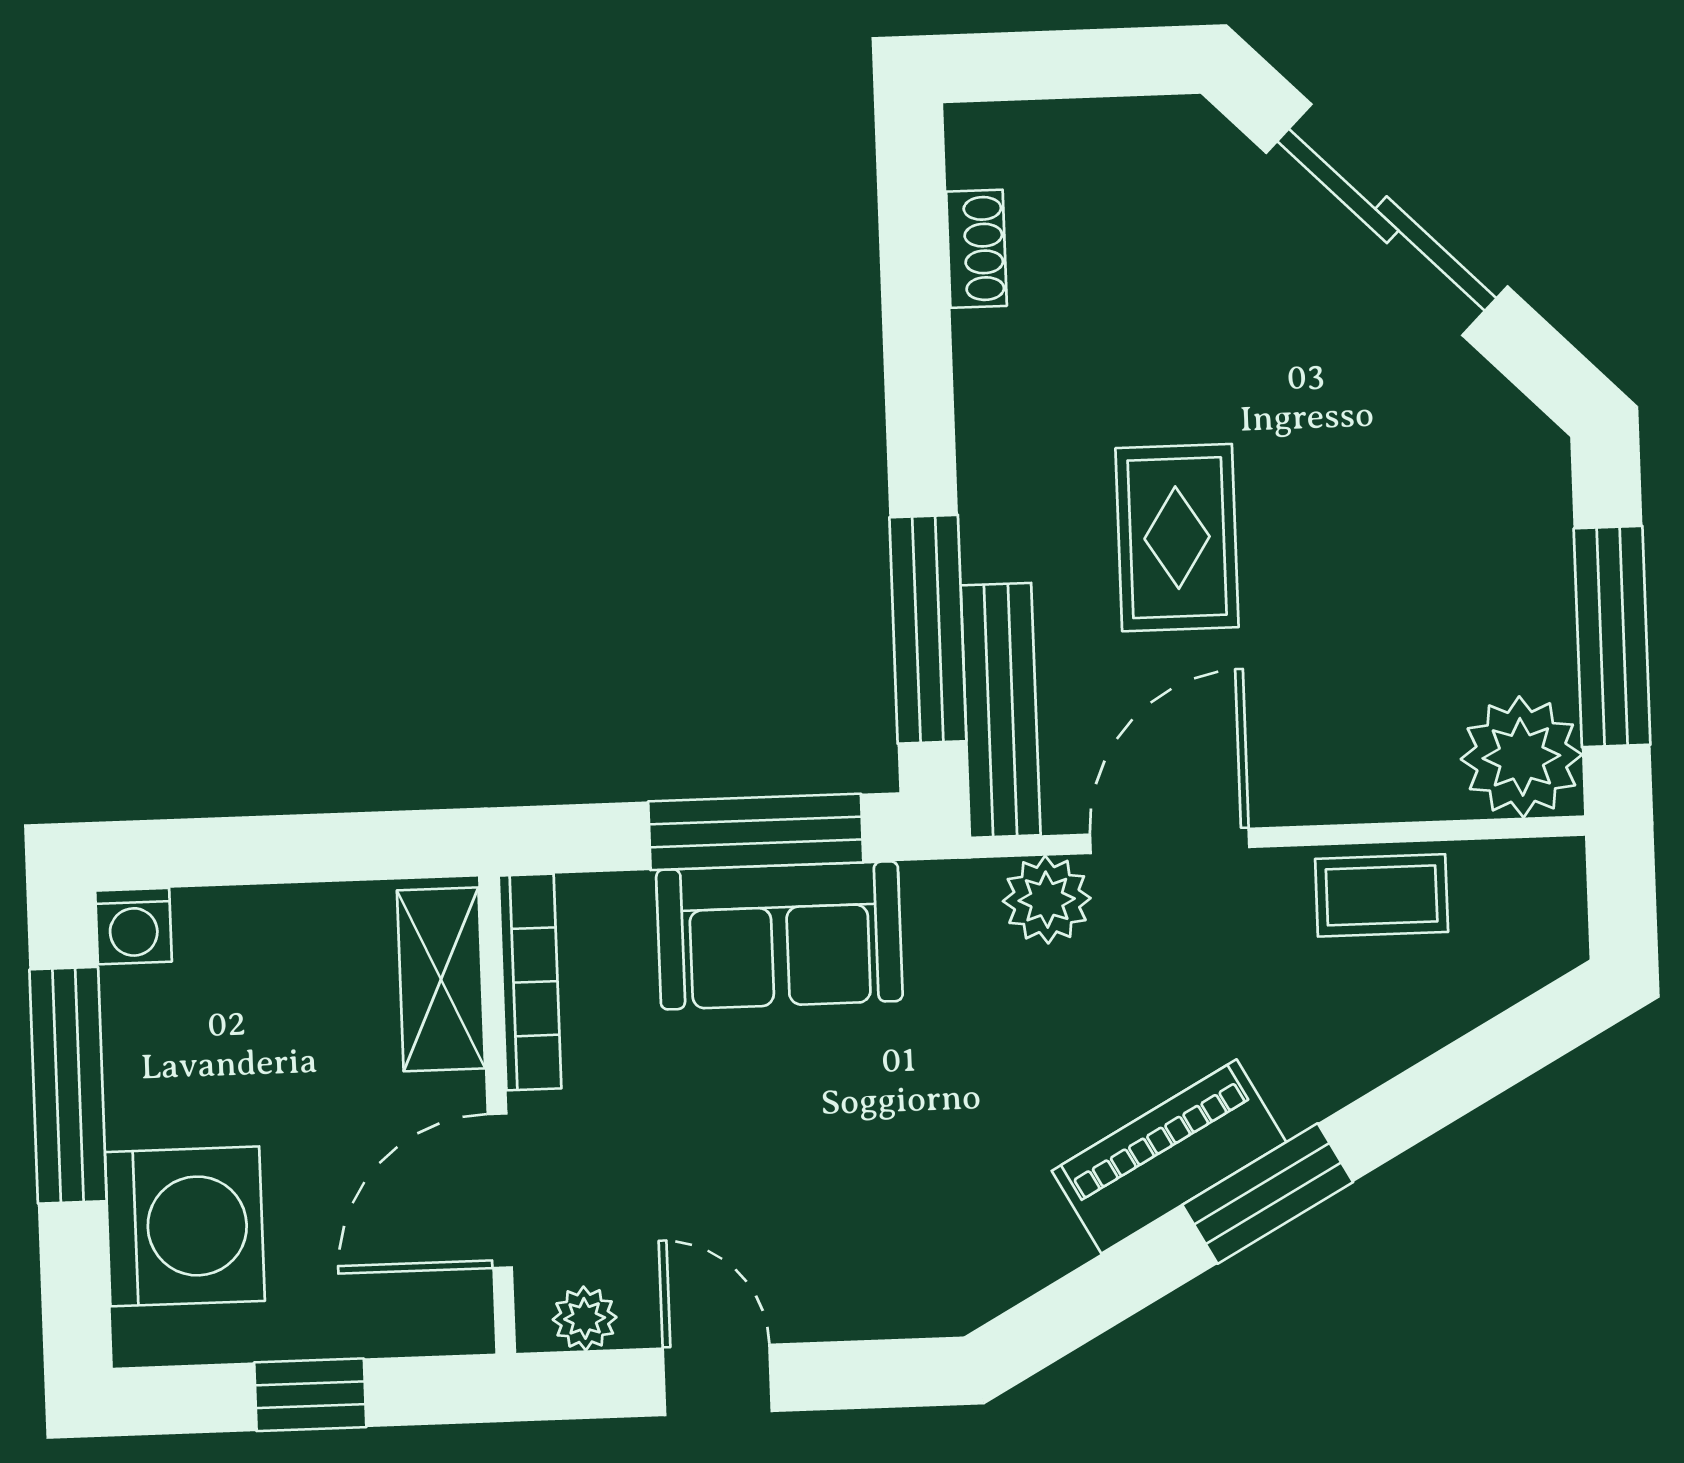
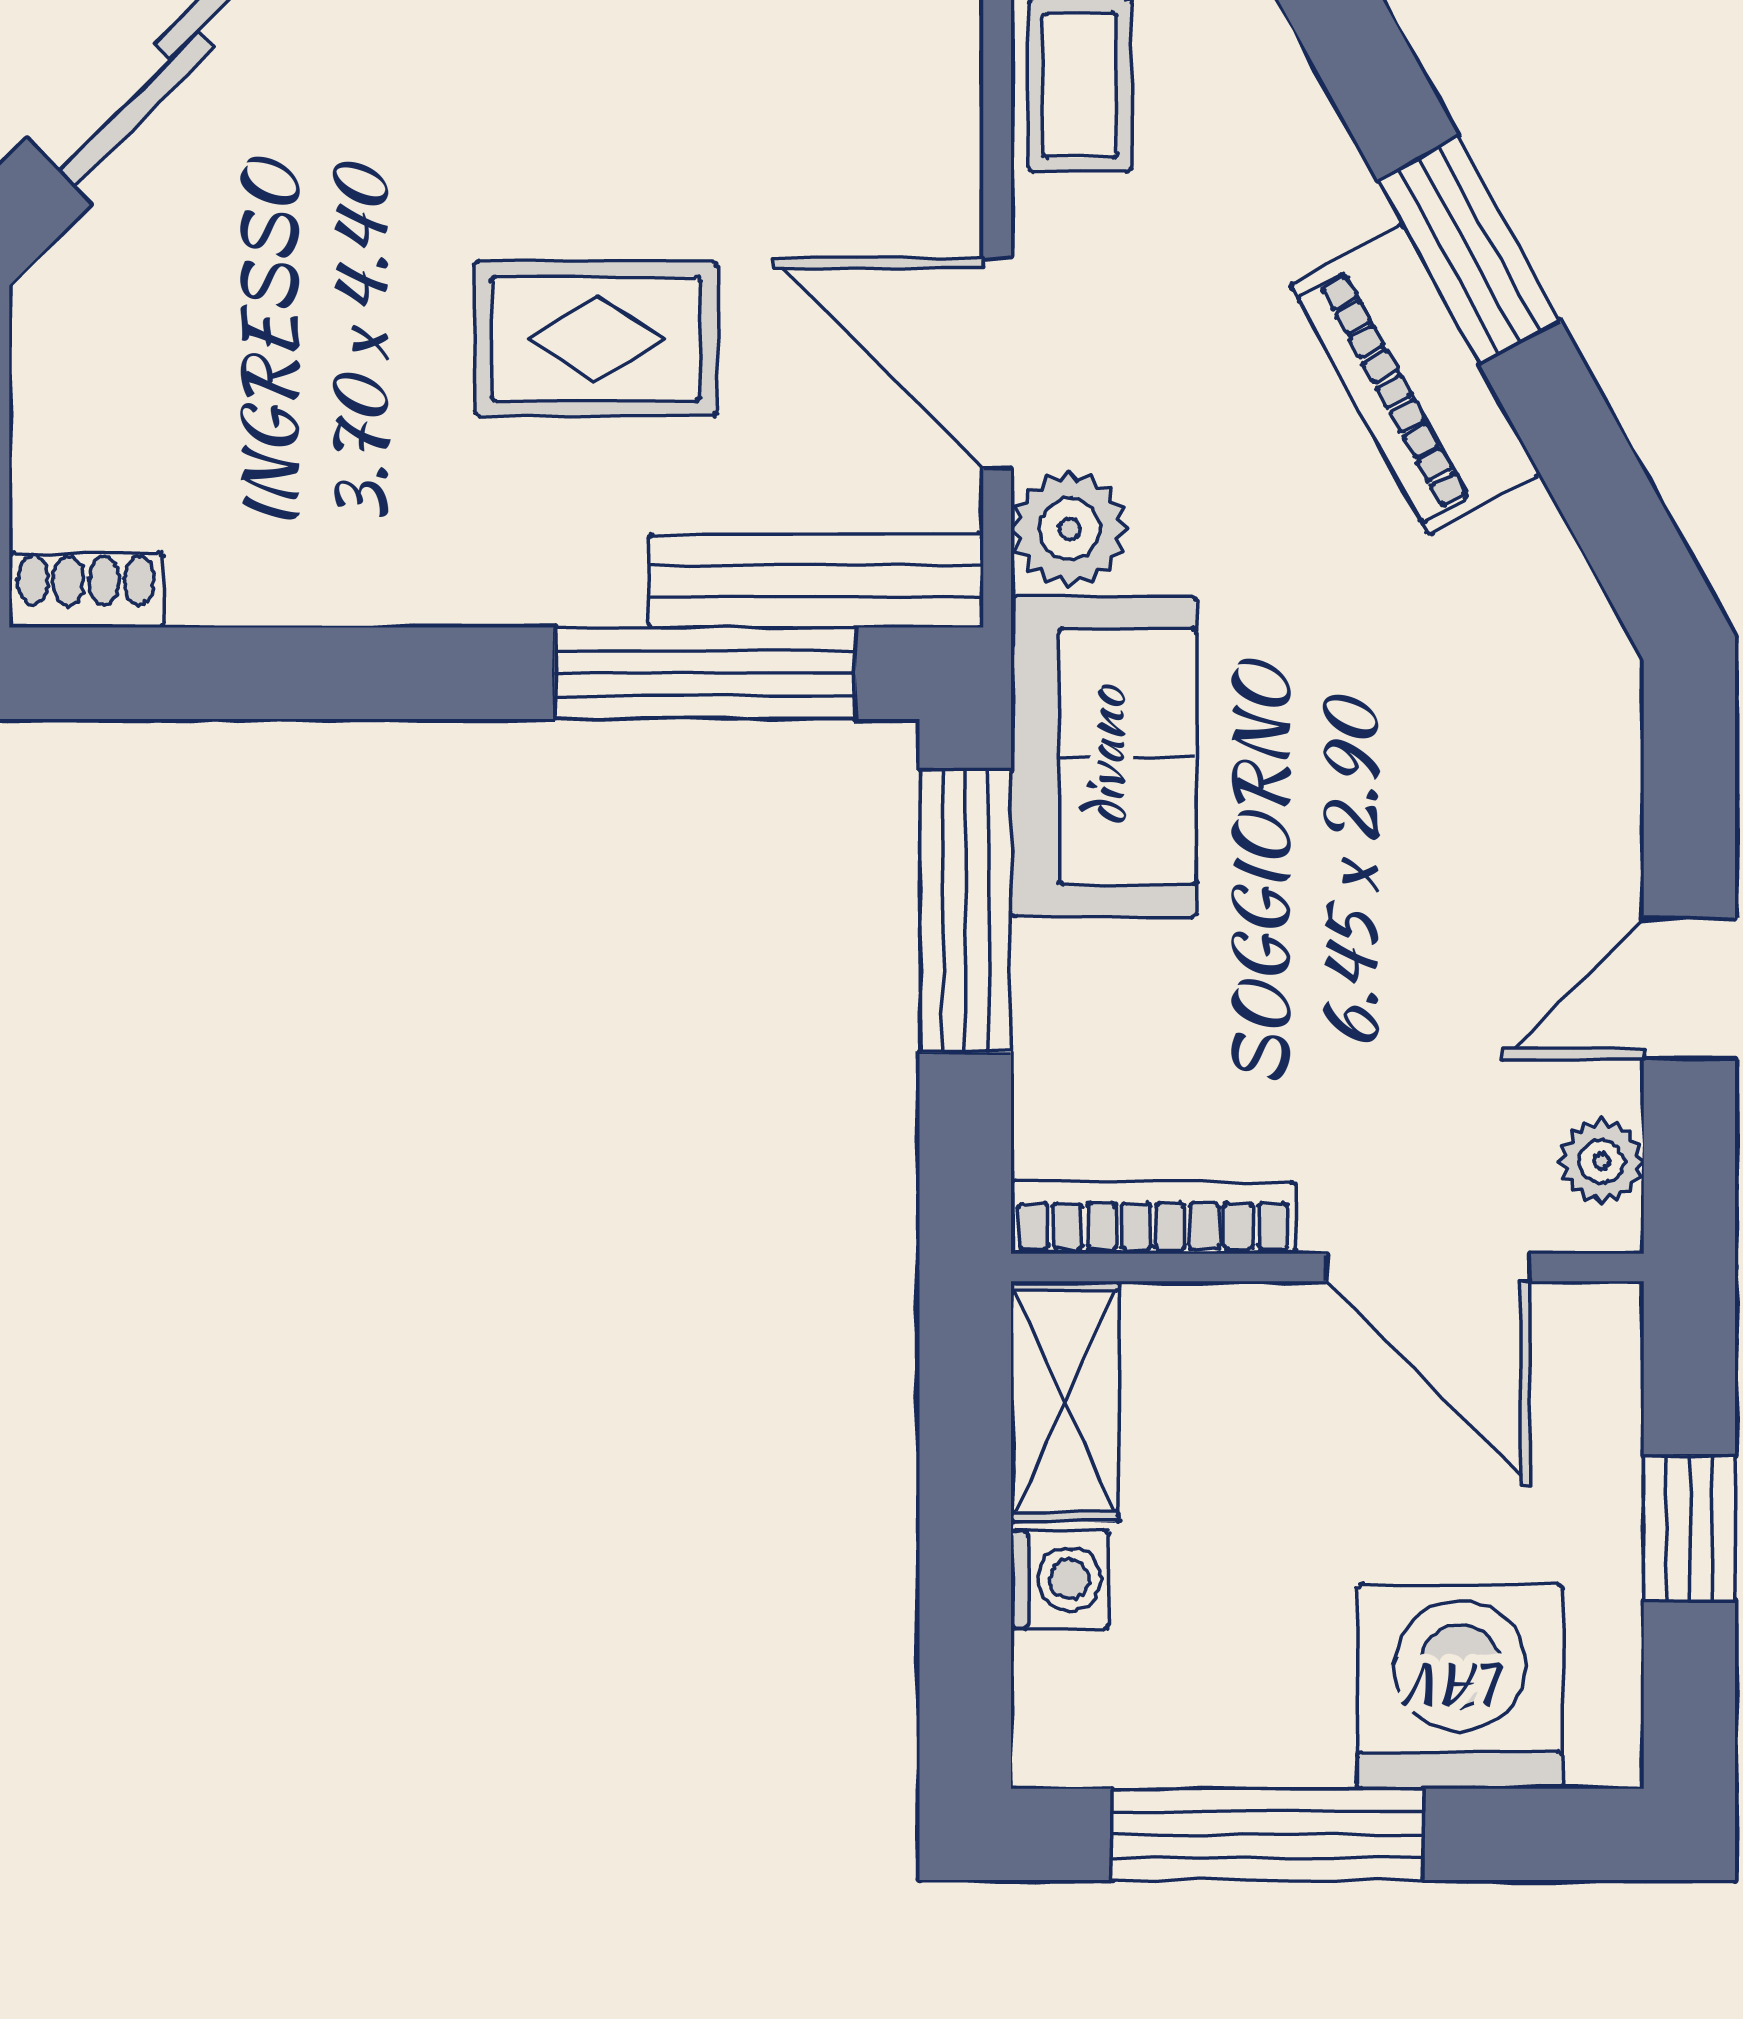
shoe rack: (976, 249) -> (86, 590), moved
washing machine: (133, 926) -> (1060, 1579), moved
sofa: (779, 935) -> (1104, 757), moved
shelving: (441, 979) -> (1065, 1401), moved, turned 90

